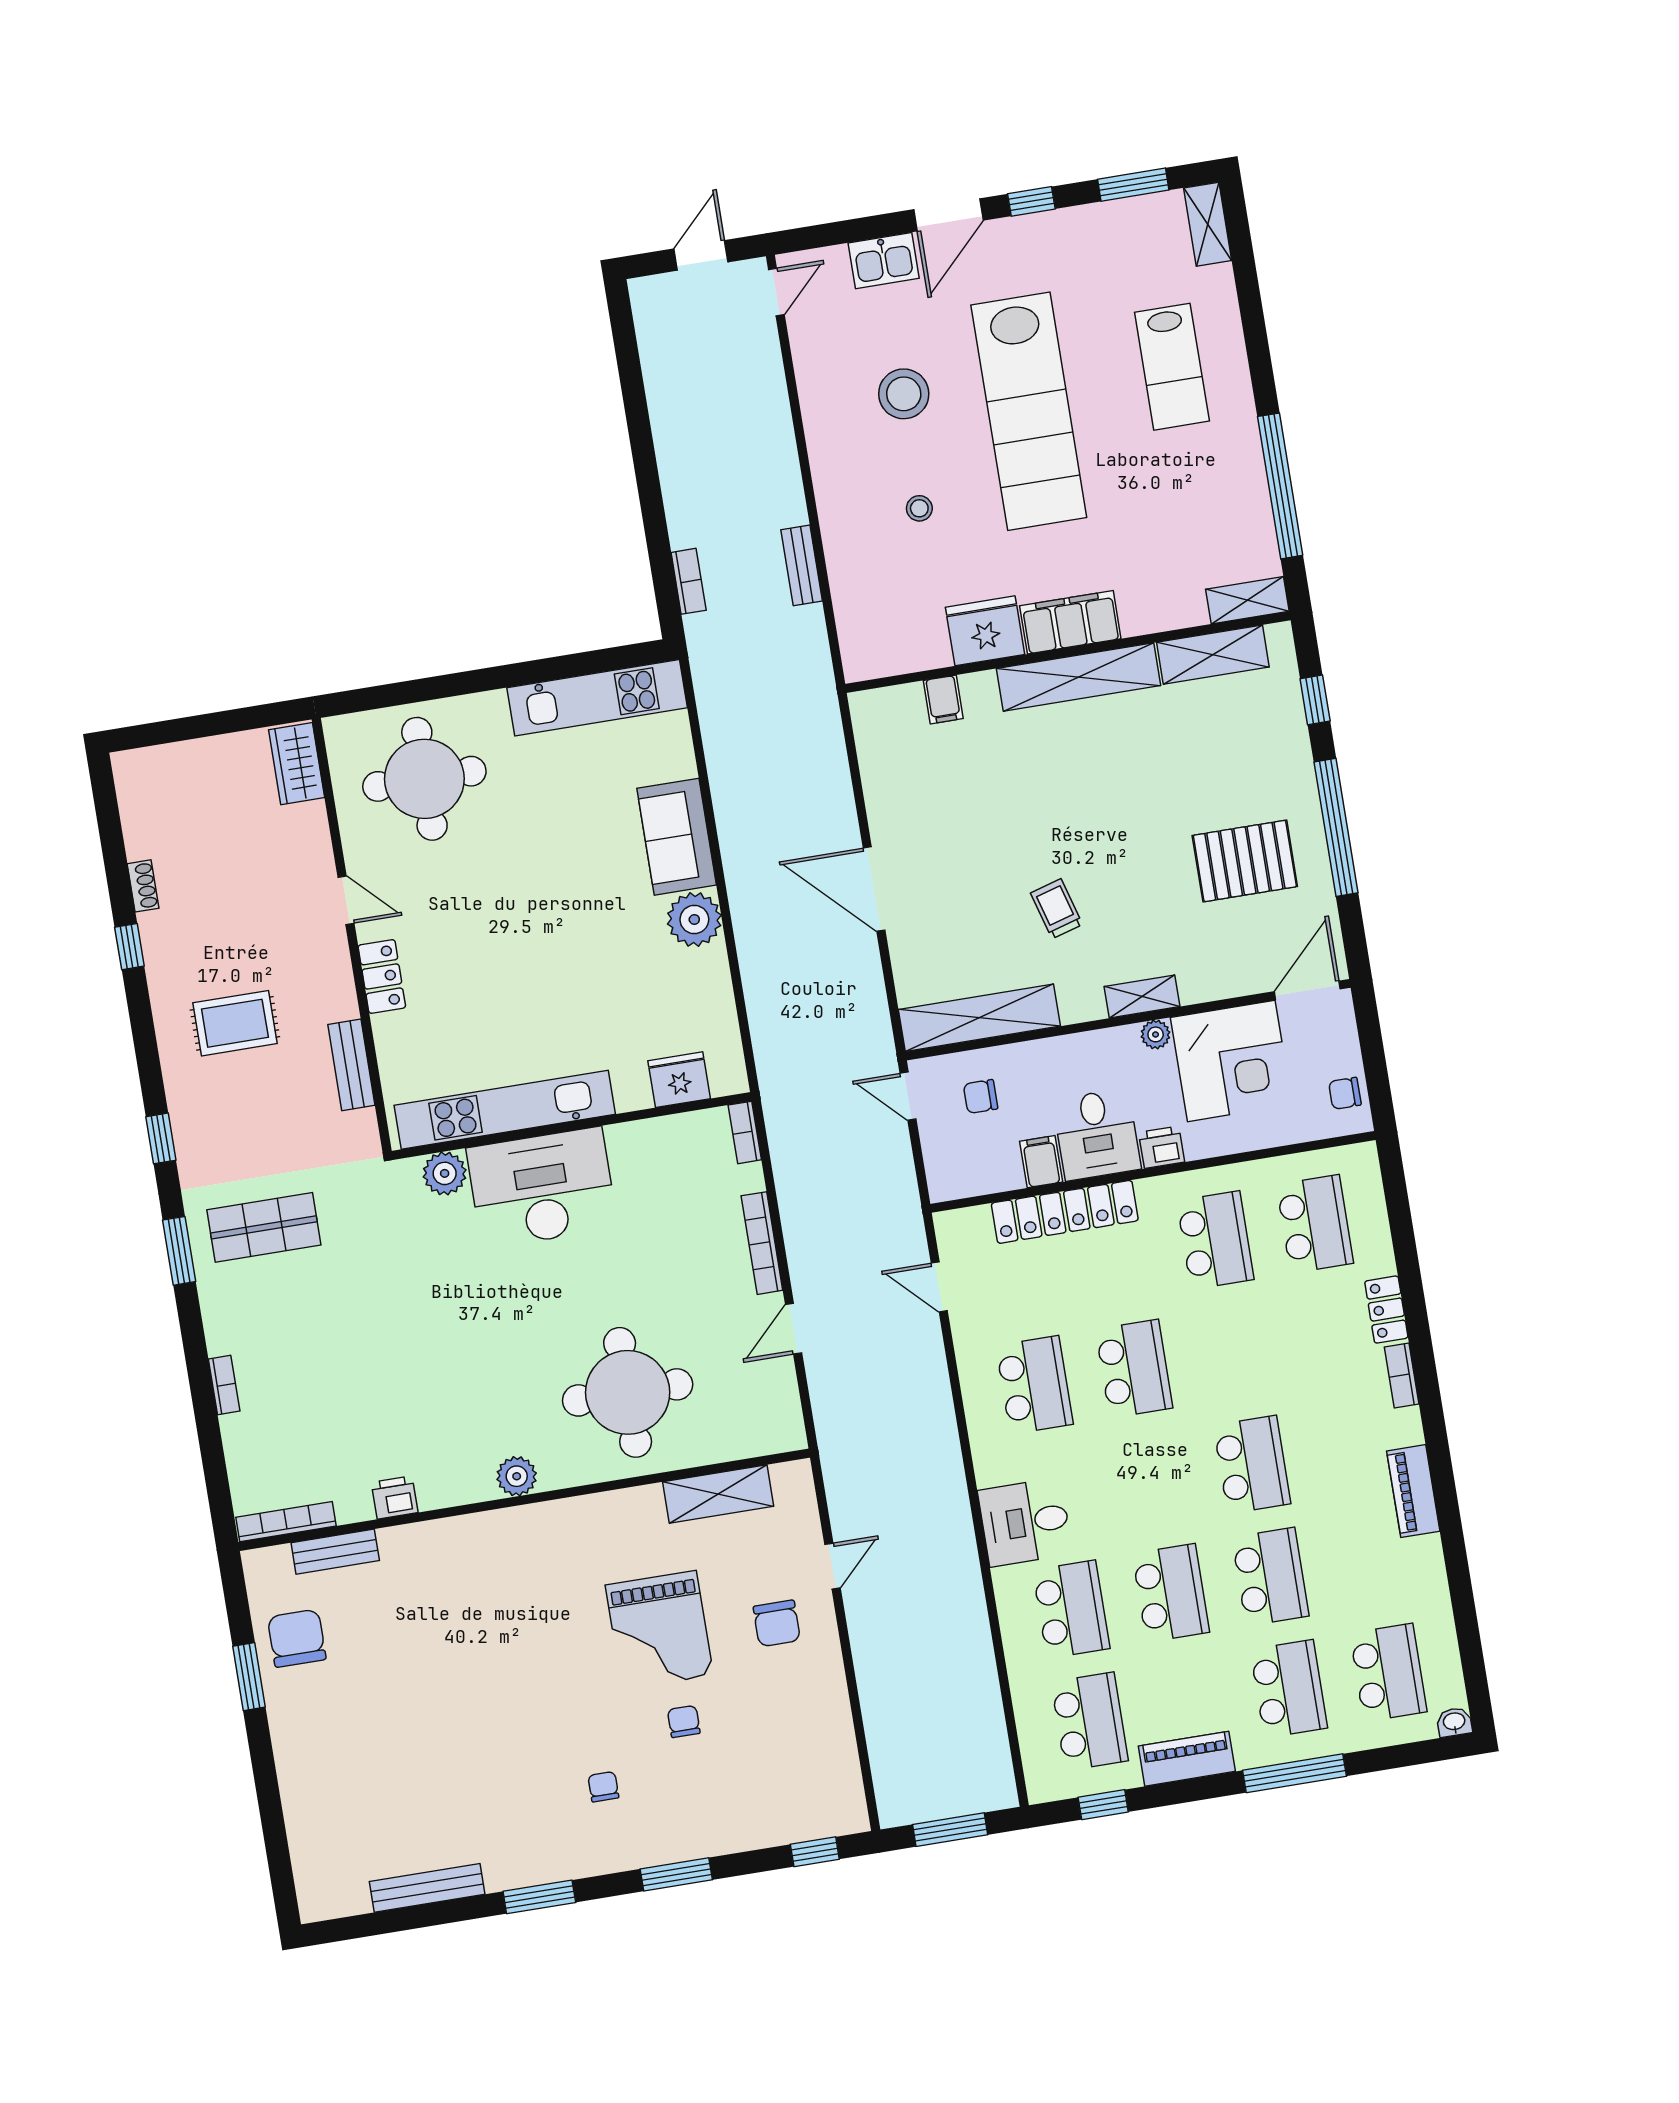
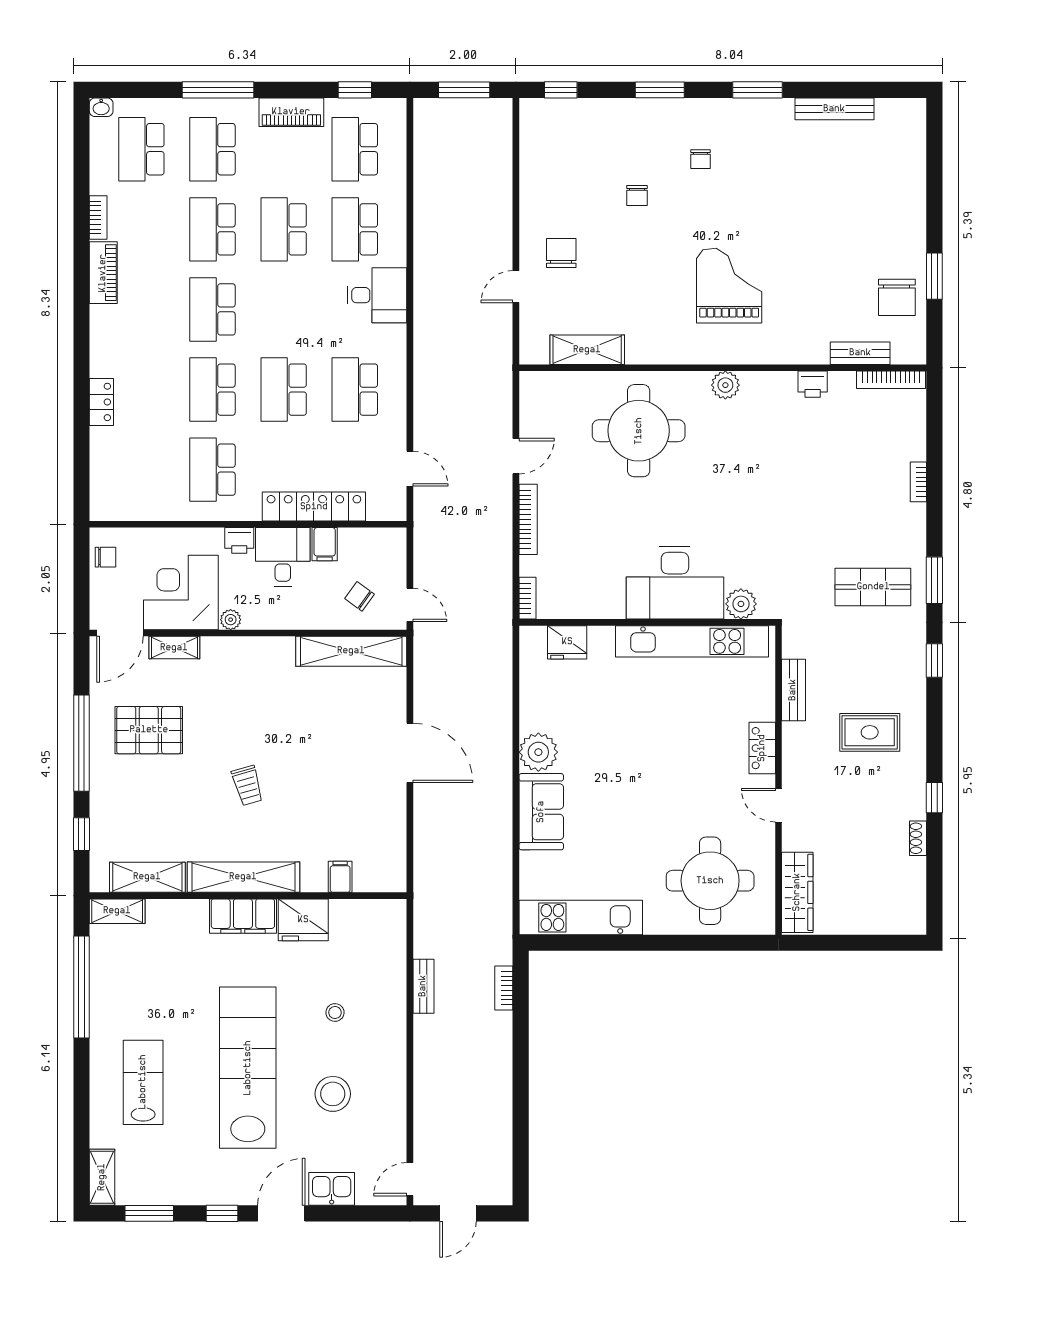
wardrobe: (297, 764) -> (797, 892), width x1.50
trolley: (1057, 909) -> (247, 785), moved
shelving: (1142, 997) -> (174, 648), moved
chair: (980, 1097) -> (359, 596), turned -144
school desk: (1315, 1224) -> (212, 390), moved
bookcase: (1402, 1375) -> (98, 218), moved
grand piano: (659, 1630) -> (729, 286), moved

